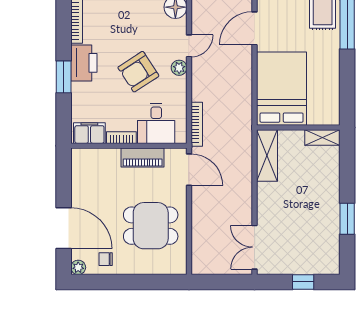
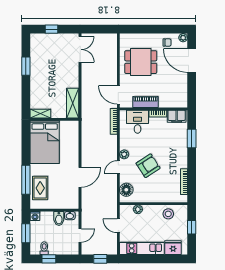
printer: (84, 63) -> (180, 157), removed
armchair: (138, 72) -> (148, 166), moved
window: (64, 77) -> (192, 139), moved
bed: (282, 89) -> (45, 142), moved

